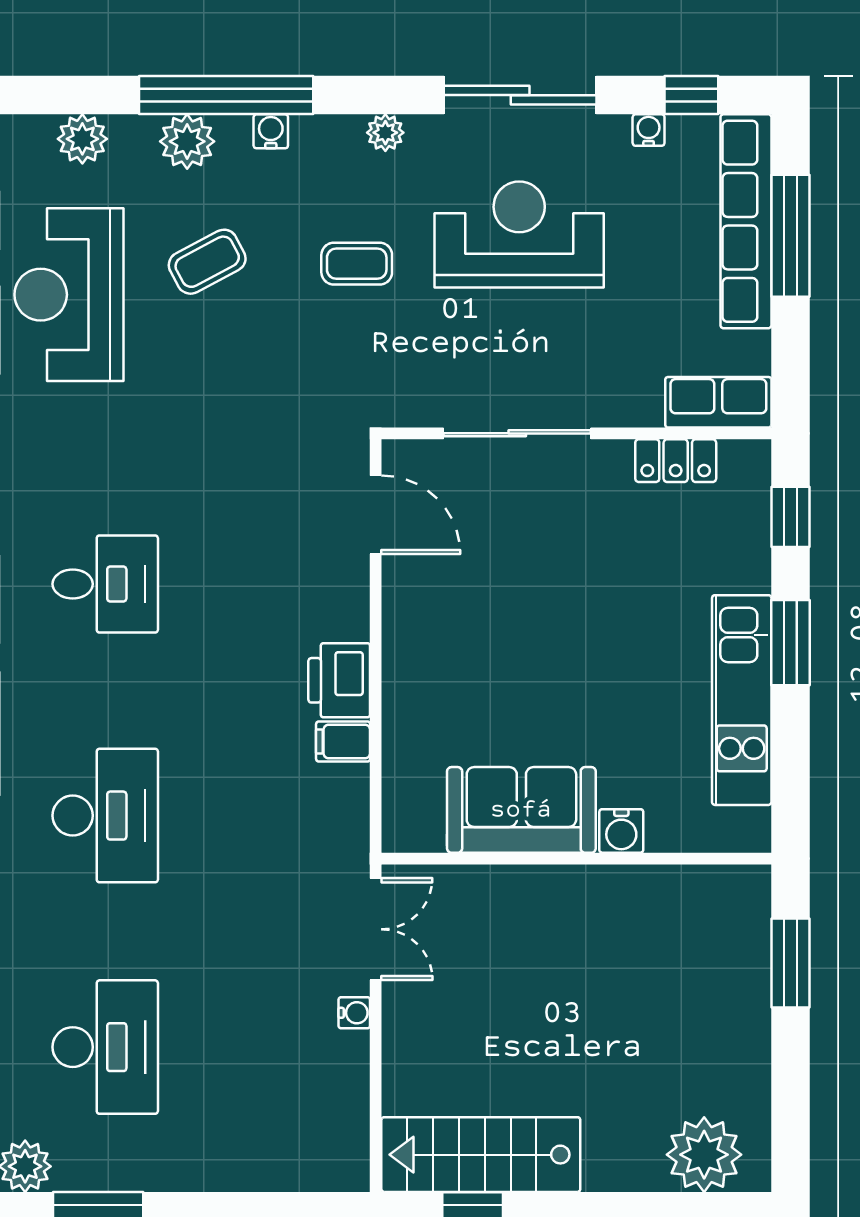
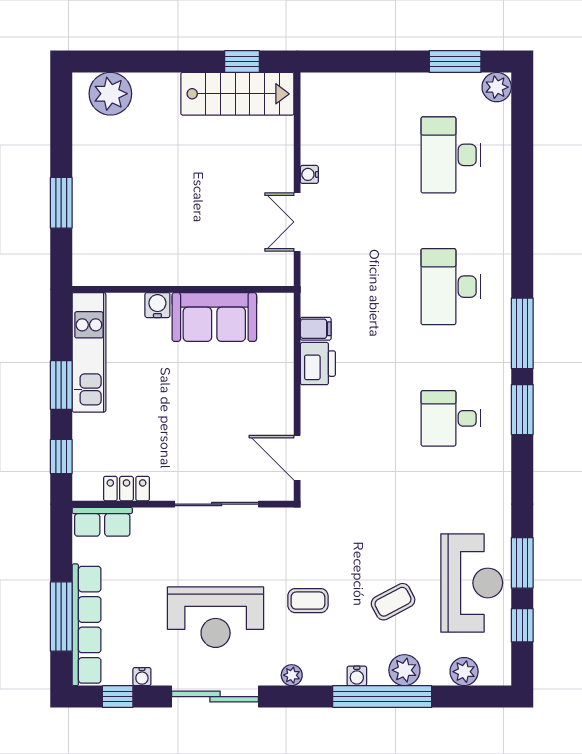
sofa: (521, 810) -> (214, 317), moved
water cooler: (621, 831) -> (157, 305), moved
wall: (576, 859) -> (183, 289), moved

